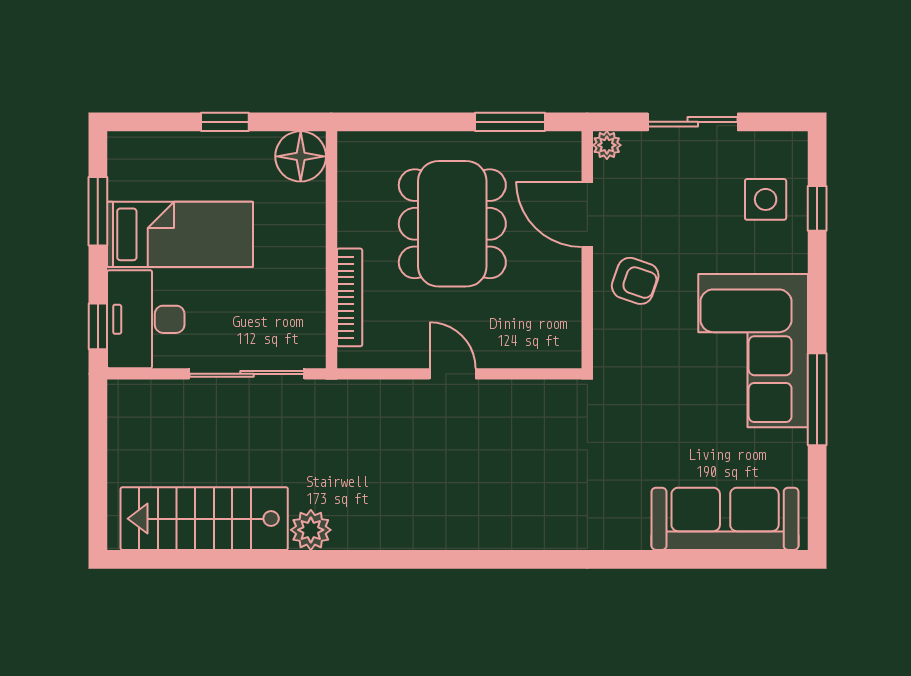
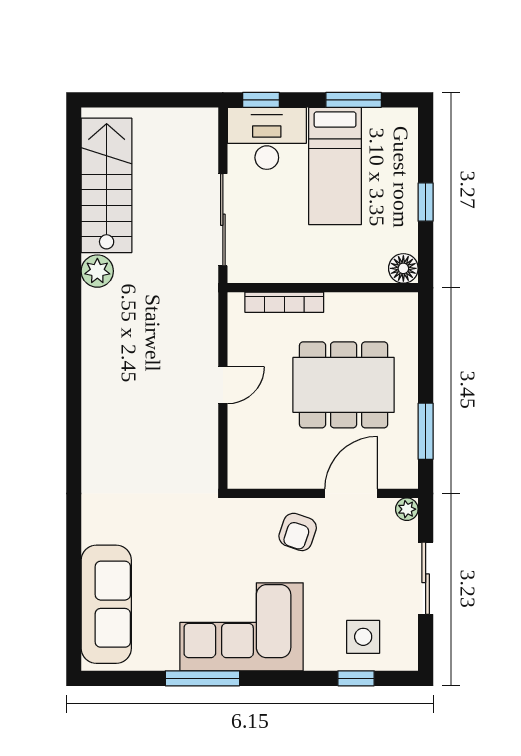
floor lamp: (301, 156) -> (403, 268), width x0.73, depth x0.73

